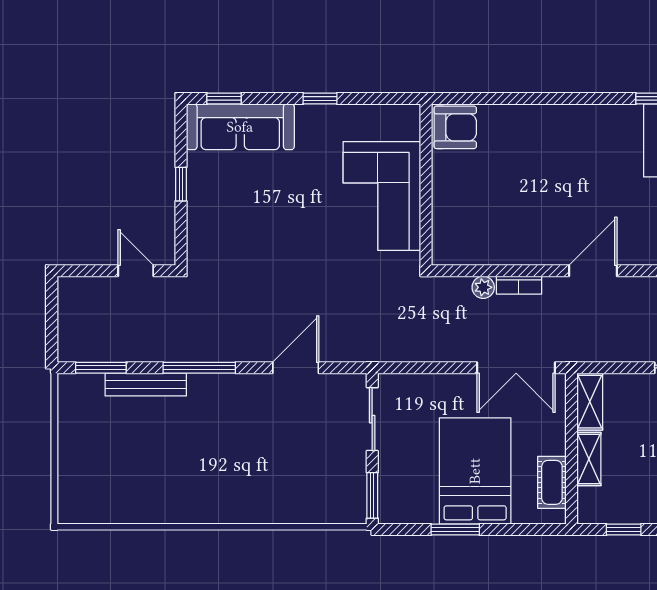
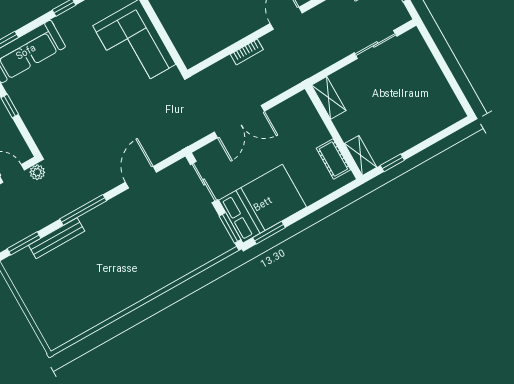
plant: (483, 287) -> (37, 172), moved
double door: (516, 368) -> (239, 122), moved
shelving: (589, 459) -> (361, 155), moved
bed: (475, 471) -> (263, 204), moved, turned 90
window: (455, 529) -> (269, 233), moved

